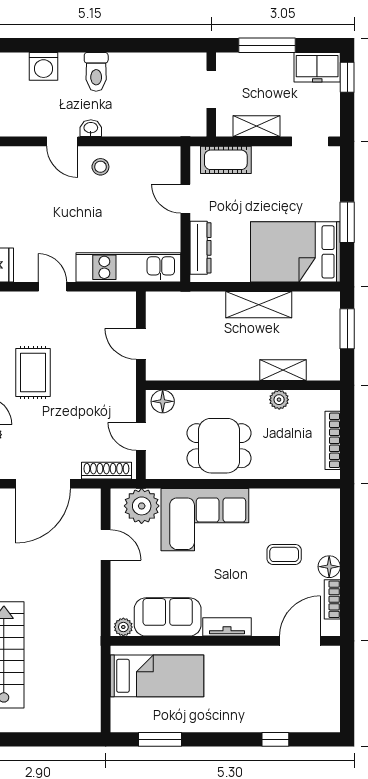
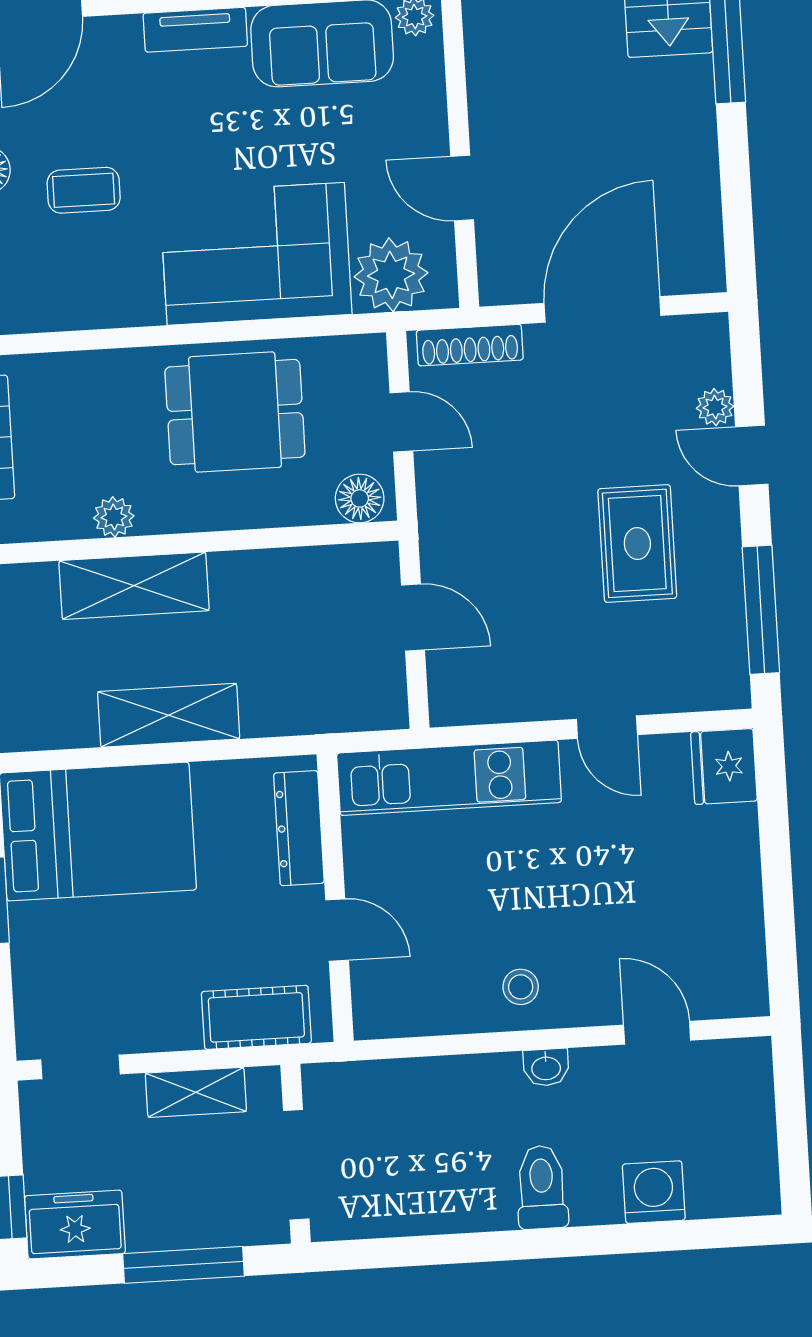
doorway: (211, 89) -> (296, 1165), width x1.38
door: (62, 141) -> (657, 1033), moved
shelving: (283, 370) -> (134, 586), width x1.50, depth x1.33

